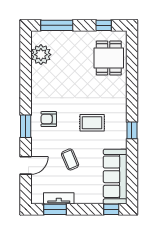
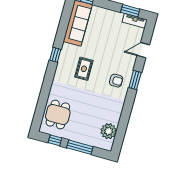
window: (57, 25) -> (80, 147), moved
rug: (92, 123) -> (84, 69), turned 90
coffee table: (70, 159) -> (108, 45), removed
tv unit: (59, 198) -> (135, 21), moved

